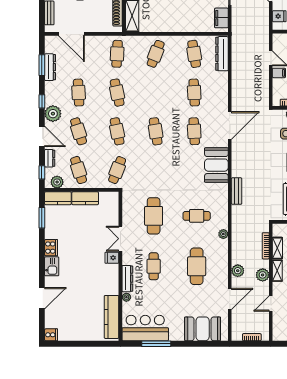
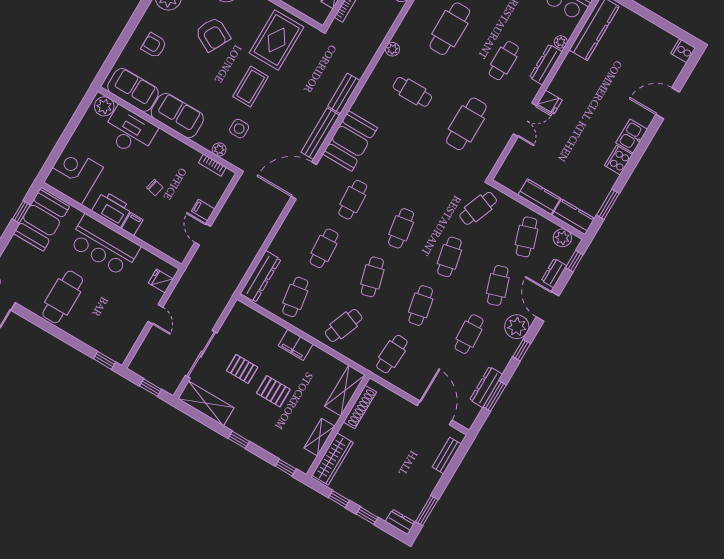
filing cabinet: (221, 18) -> (296, 345), moved, turned 90
cafe table: (156, 93) -> (372, 277), added
bench: (236, 159) -> (320, 134), added

